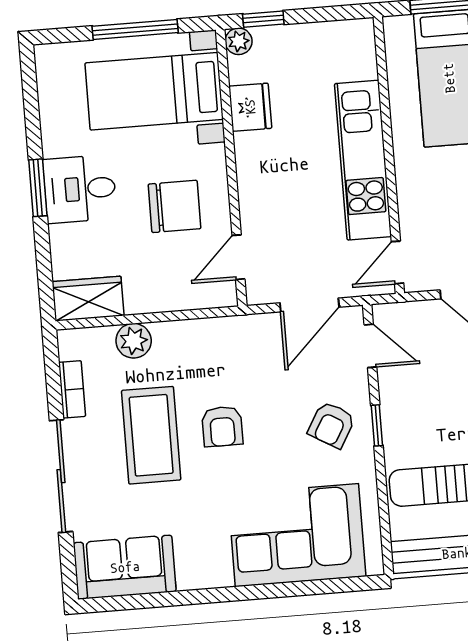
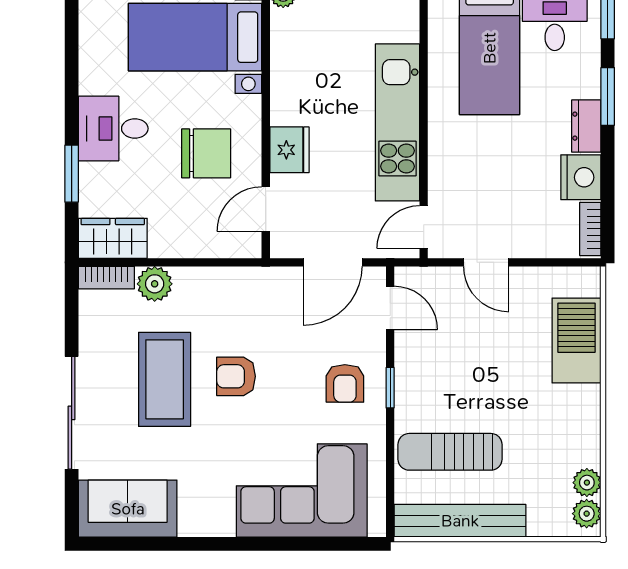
fridge: (250, 107) -> (289, 150), moved
window: (38, 188) -> (72, 174), moved
bookcase: (72, 389) -> (106, 278), moved, turned 90
armchair: (332, 425) -> (345, 383), turned -30
armchair: (222, 426) -> (236, 376), turned 90

